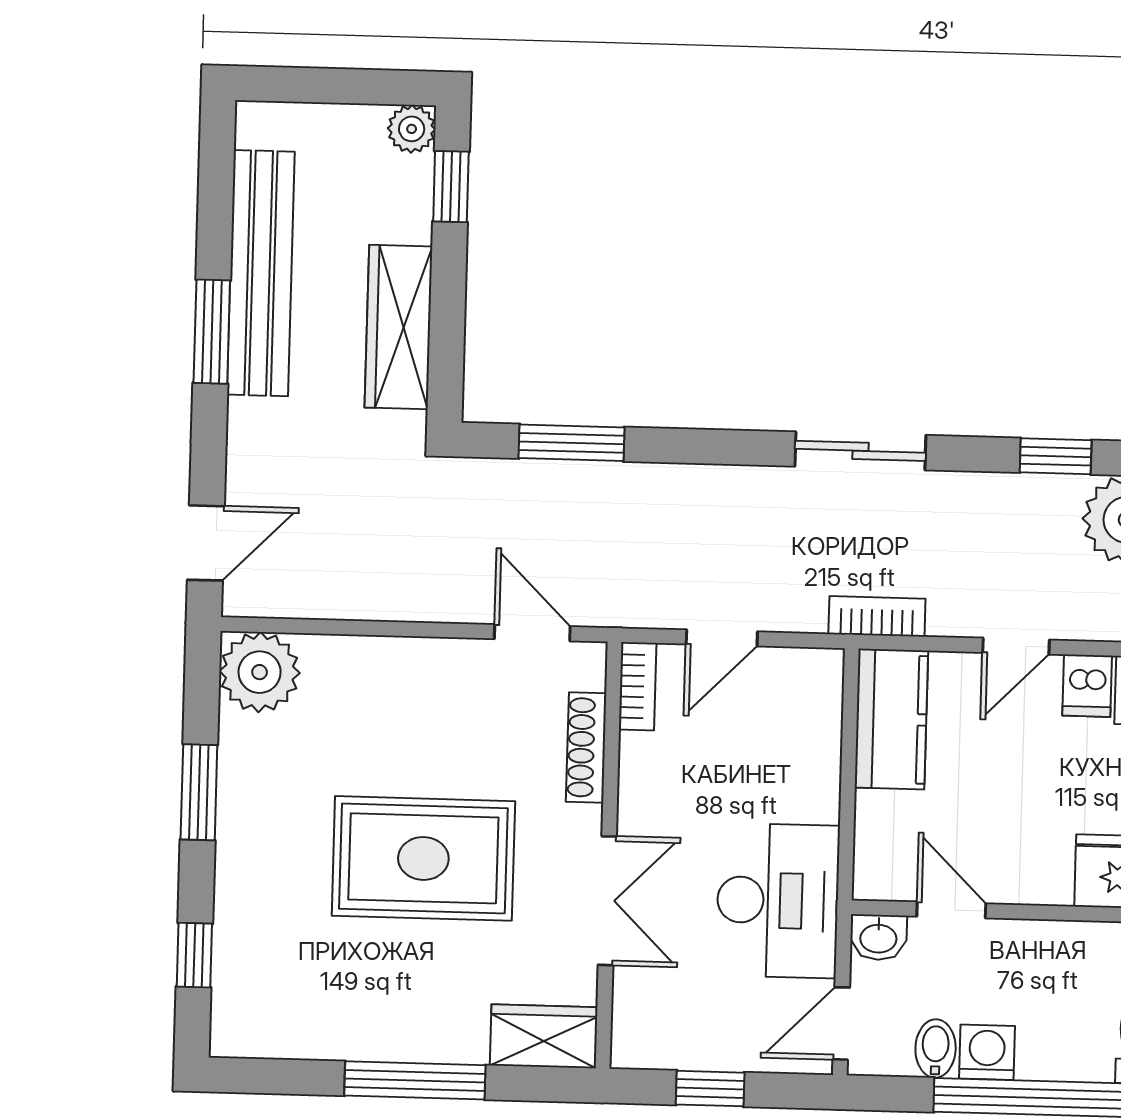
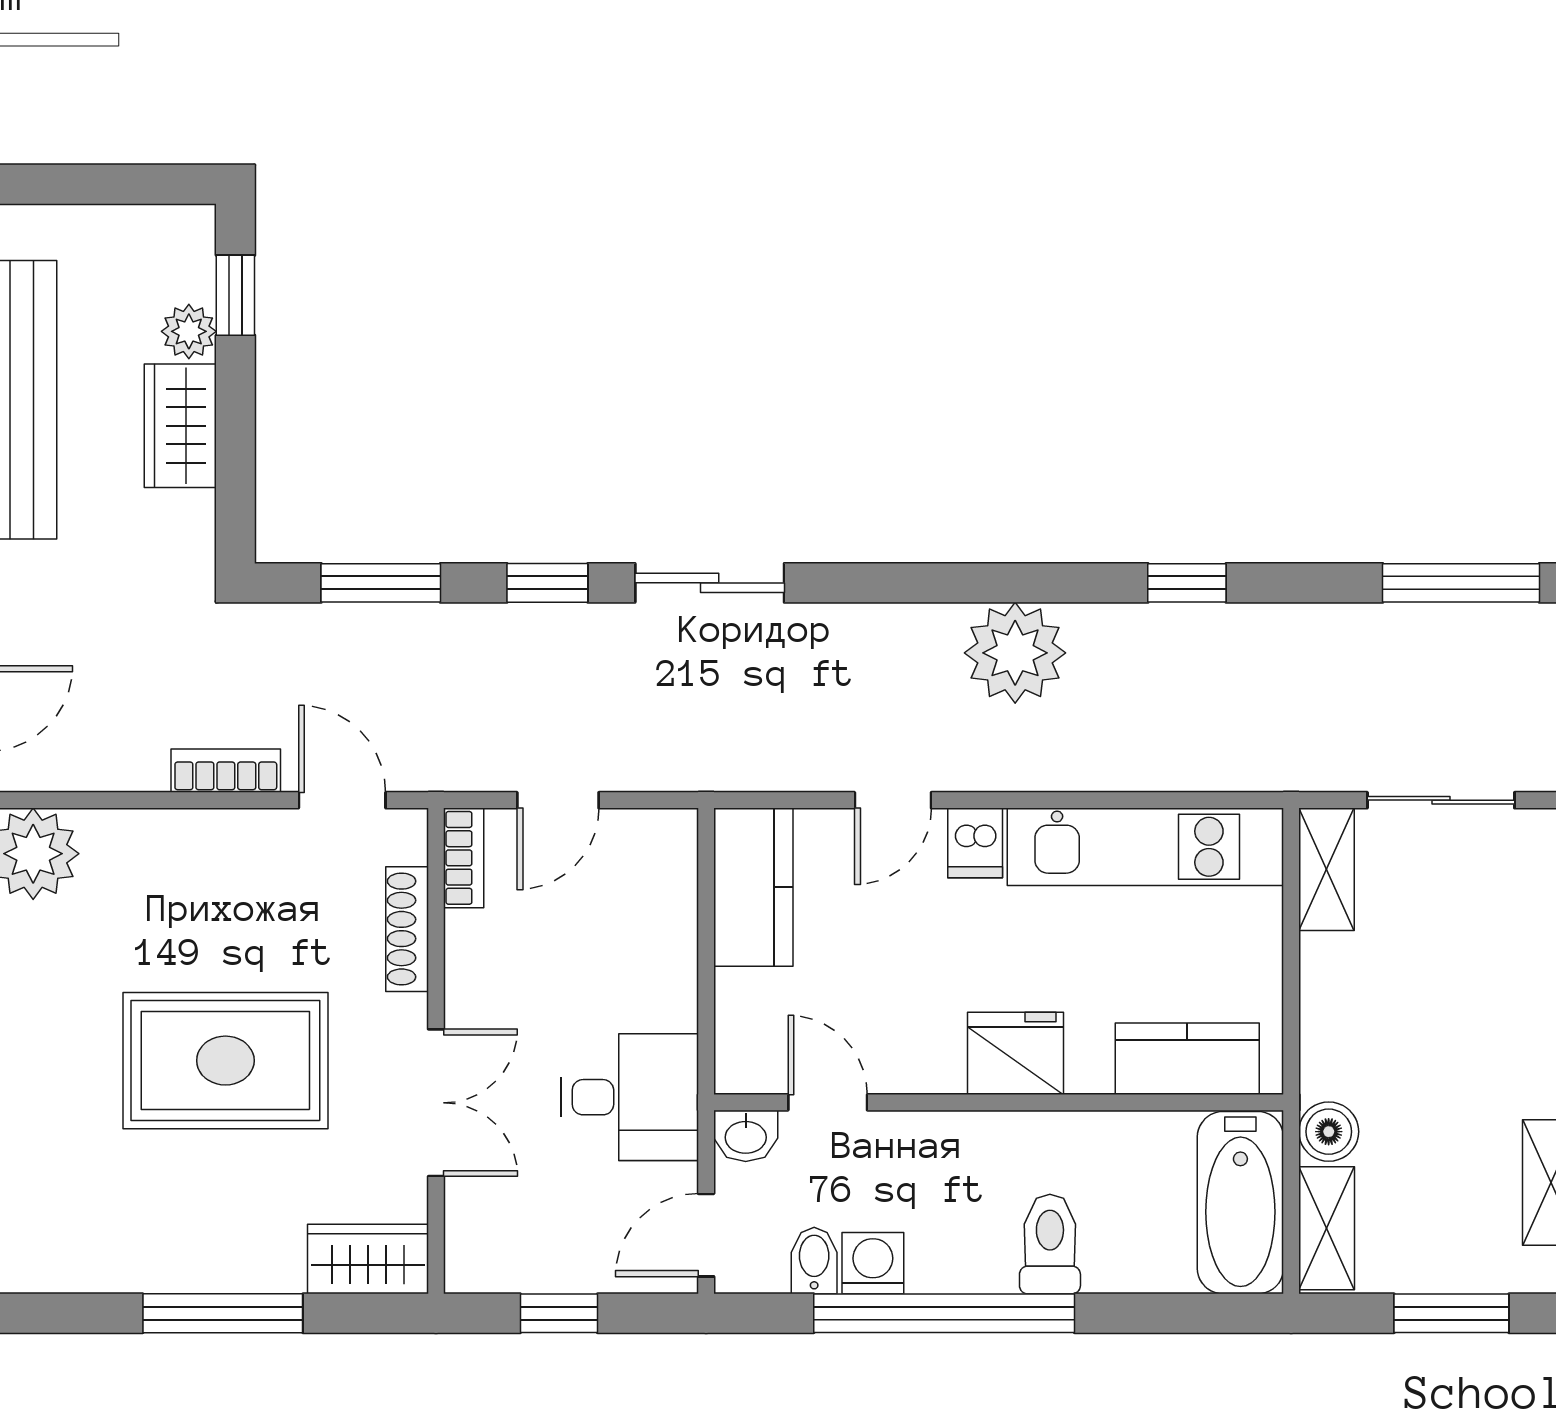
plant: (412, 129) -> (189, 331), moved
wardrobe: (399, 327) -> (180, 426), width x0.67
window: (1056, 456) -> (547, 583), moved
bookcase: (877, 616) -> (226, 771), moved
desk: (778, 901) -> (630, 1097), width x0.73

